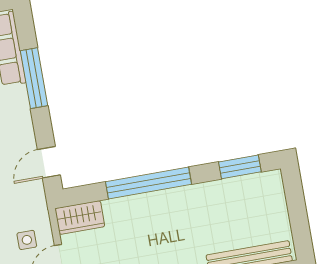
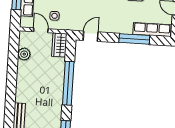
door: (49, 162) -> (91, 36), hinge flipped

